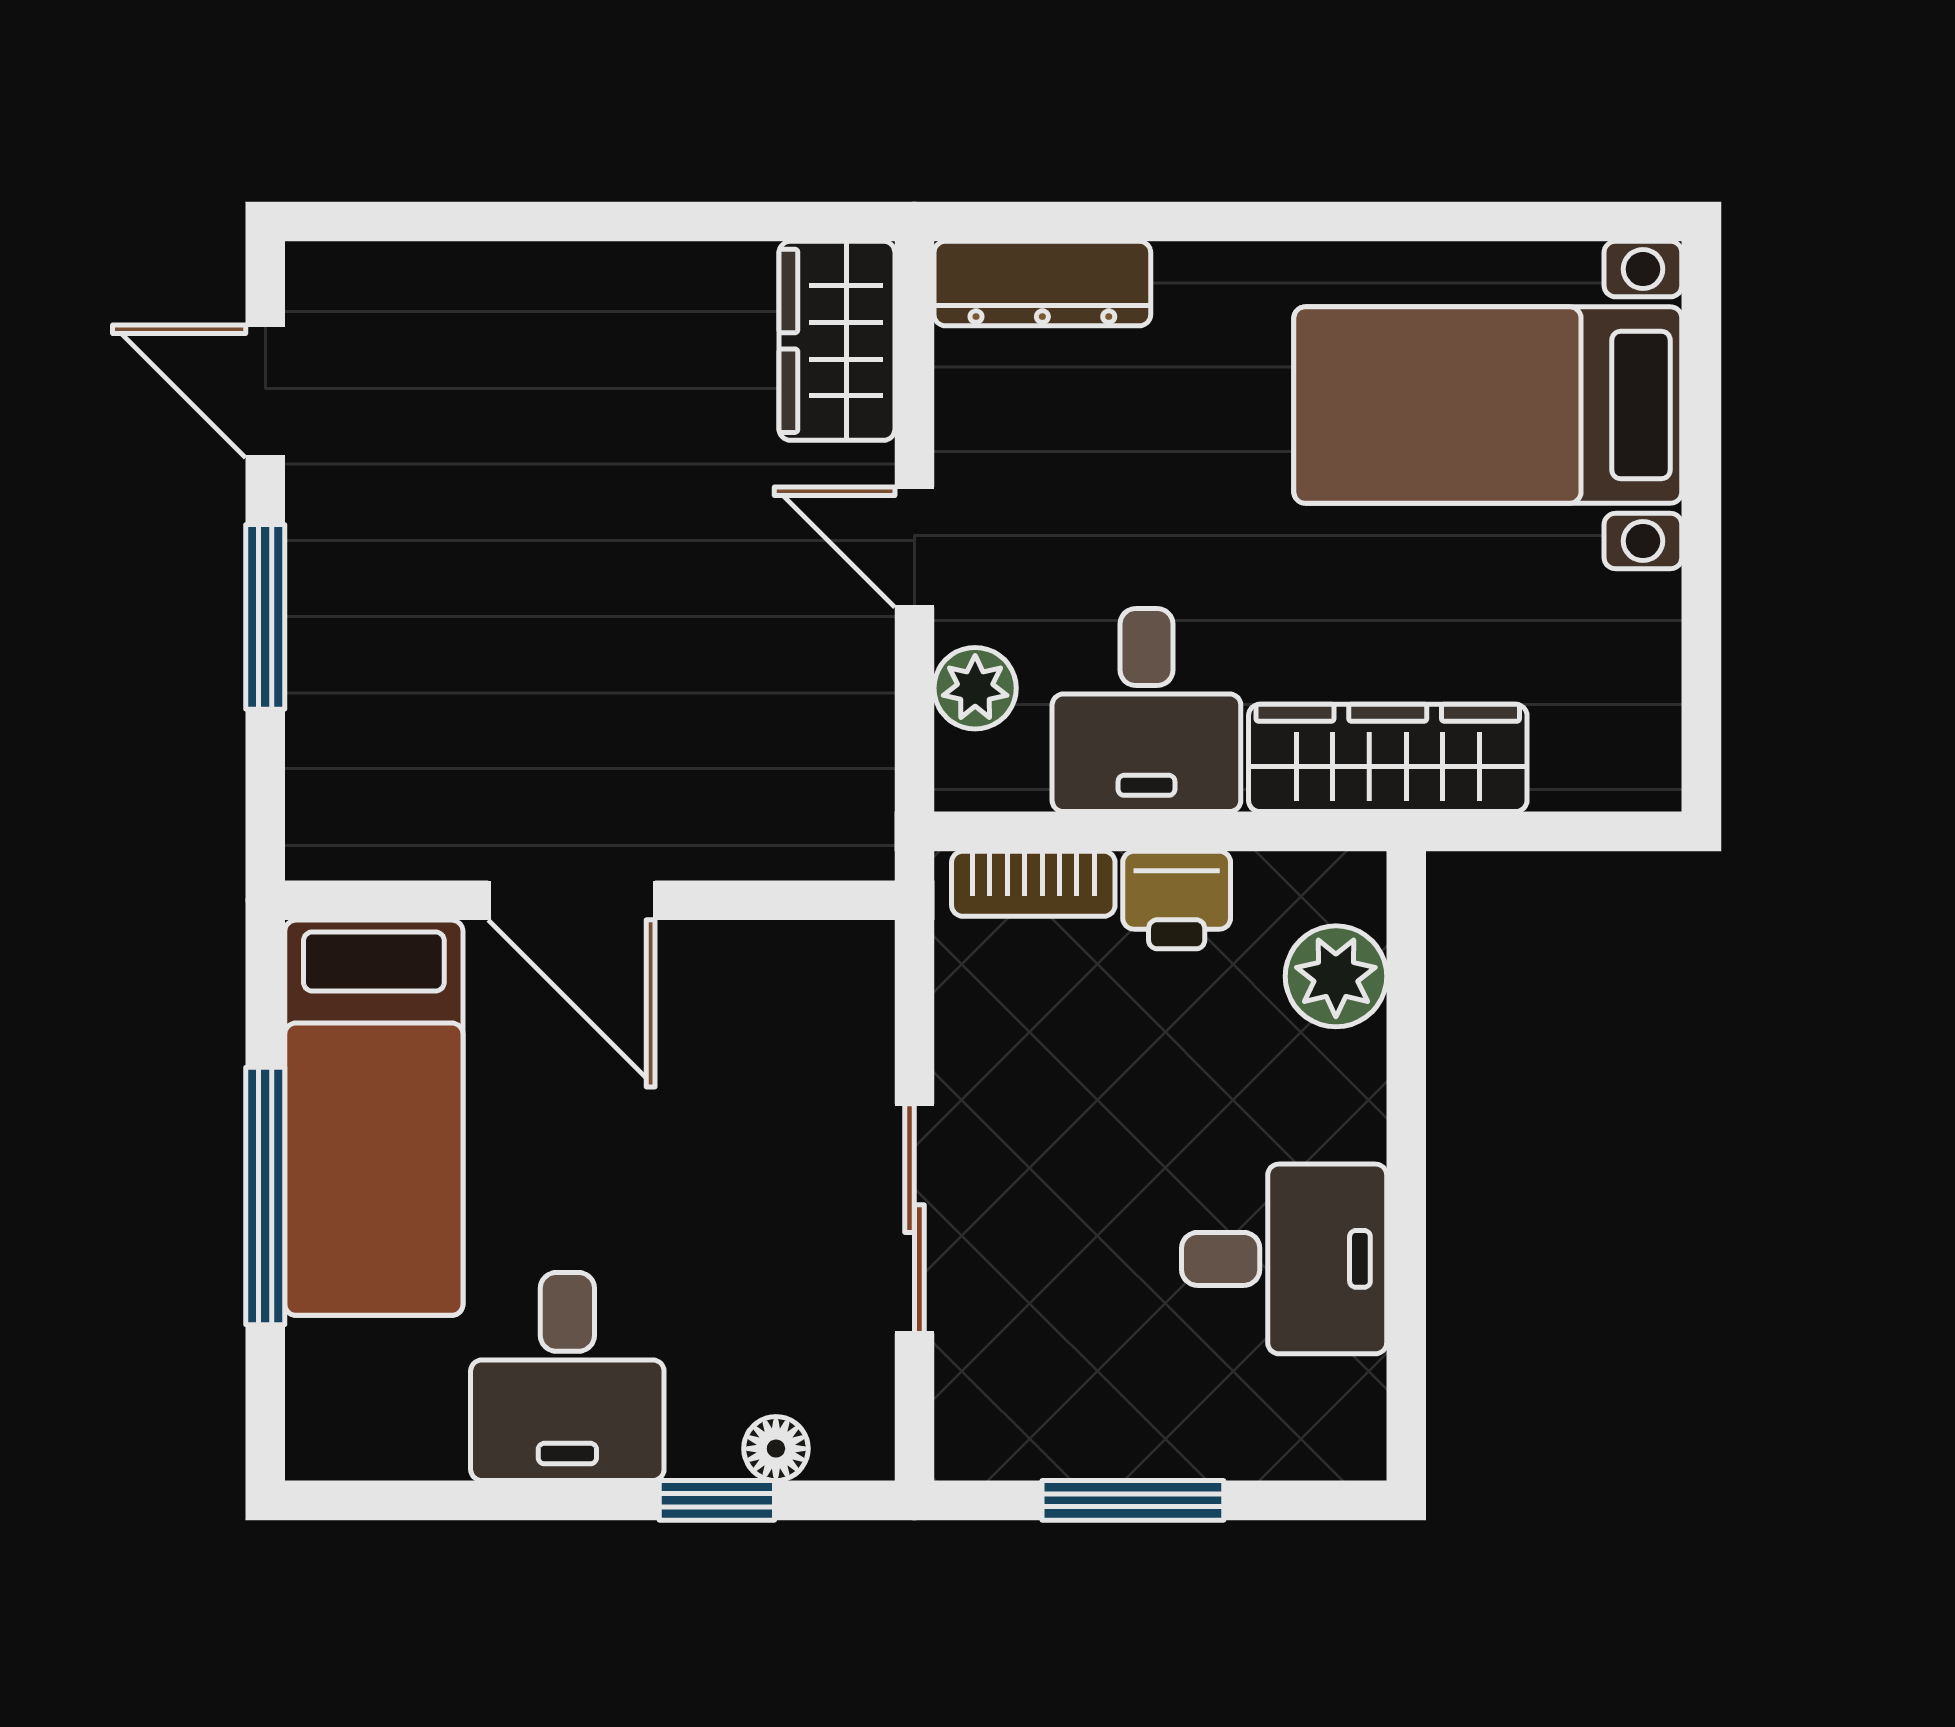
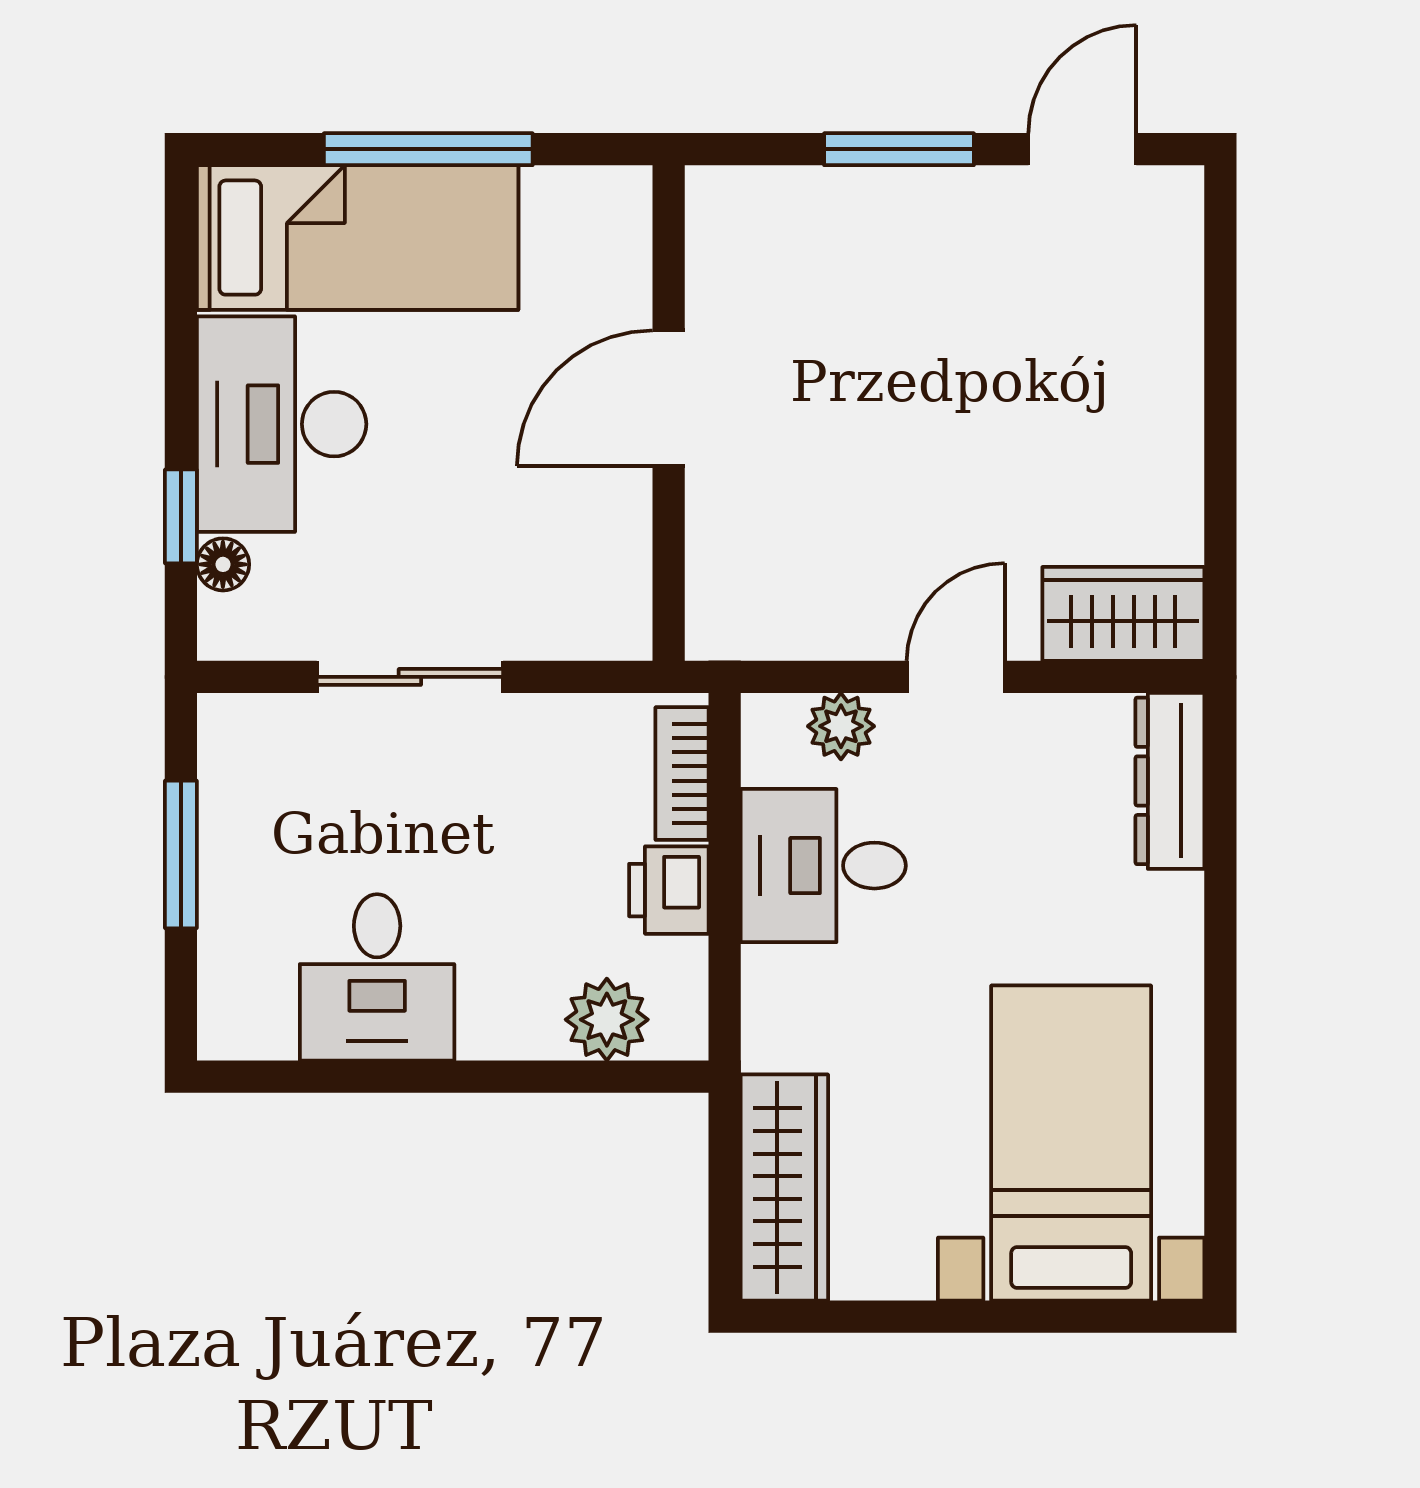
wardrobe: (1388, 758) -> (784, 1188), moved
bed: (374, 1118) -> (358, 238), moved, turned 180
desk: (567, 1376) -> (282, 424), width x1.37

